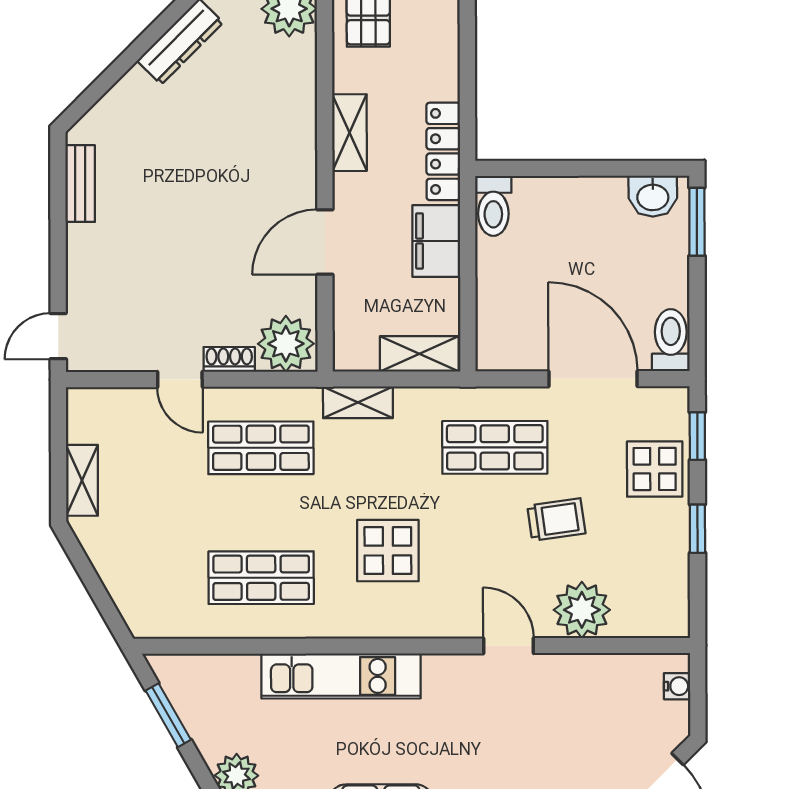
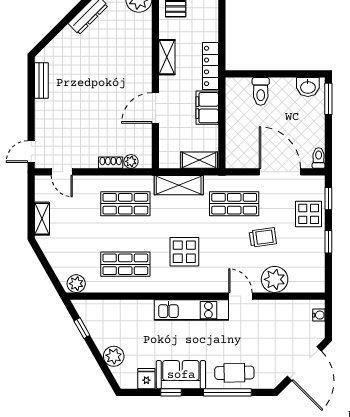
toilet: (493, 206) -> (261, 91), moved
toilet: (671, 340) -> (319, 158), width x0.73, depth x0.72
plant: (286, 344) -> (131, 161), width x0.53, depth x0.53
door: (180, 379) -> (62, 172), moved
shelving: (358, 402) -> (179, 185), width x1.50, depth x1.33
plant: (156, 620) -> (76, 284), added
kitchen unit: (341, 676) -> (191, 310), moved
window: (168, 715) -> (82, 328), width x0.67

